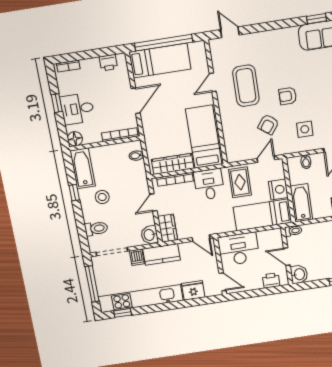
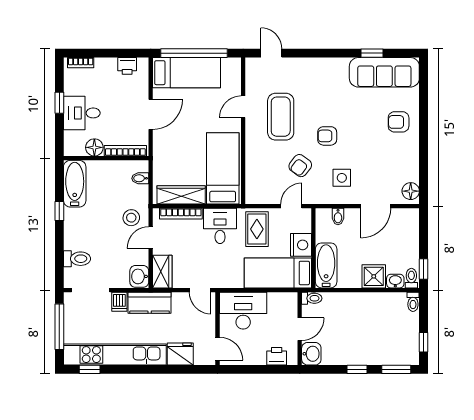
floor lamp: (75, 139) -> (94, 147), moved
stool: (102, 197) -> (131, 218), moved
door: (287, 257) -> (300, 329), swing flipped

